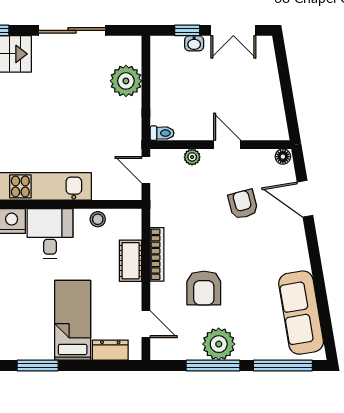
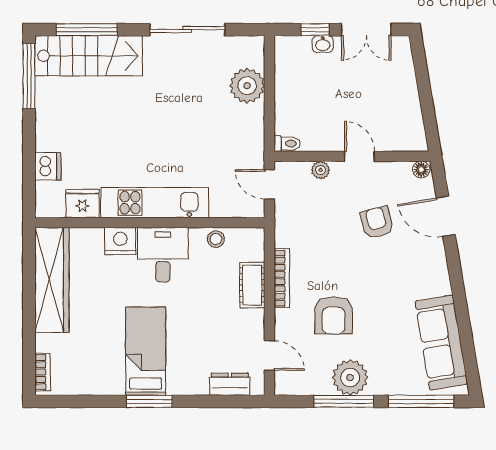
bed: (73, 320) -> (146, 351), moved

